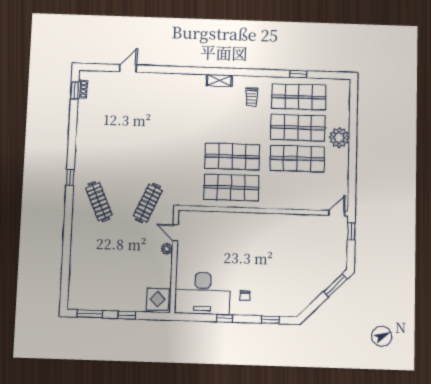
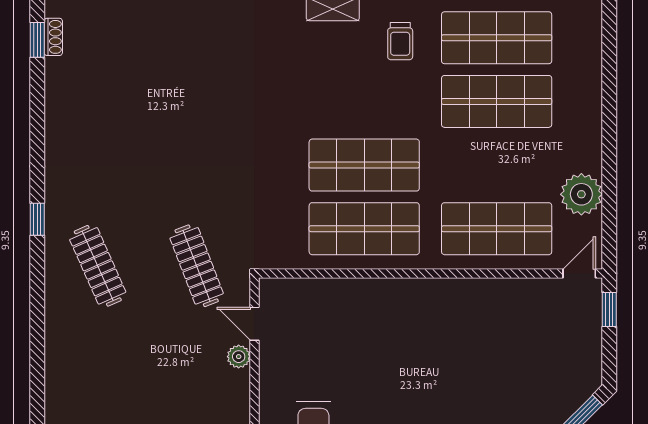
plant: (339, 138) -> (581, 194), moved
shop shelf: (297, 159) -> (497, 229), moved
clothes rail: (148, 203) -> (197, 266), turned -45

